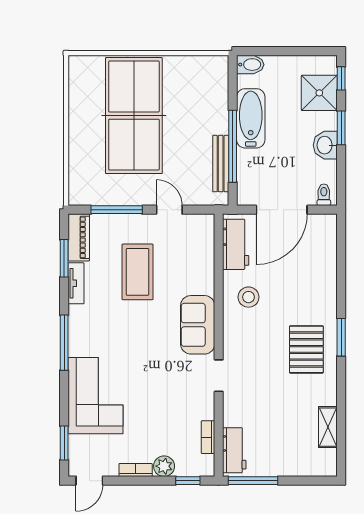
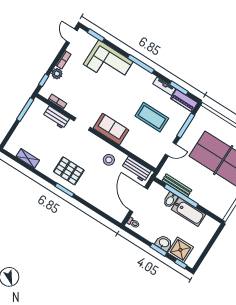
bidet: (250, 65) -> (170, 200), moved
washbasin: (325, 145) -> (164, 243), moved
workbench: (234, 450) -> (56, 117), moved

